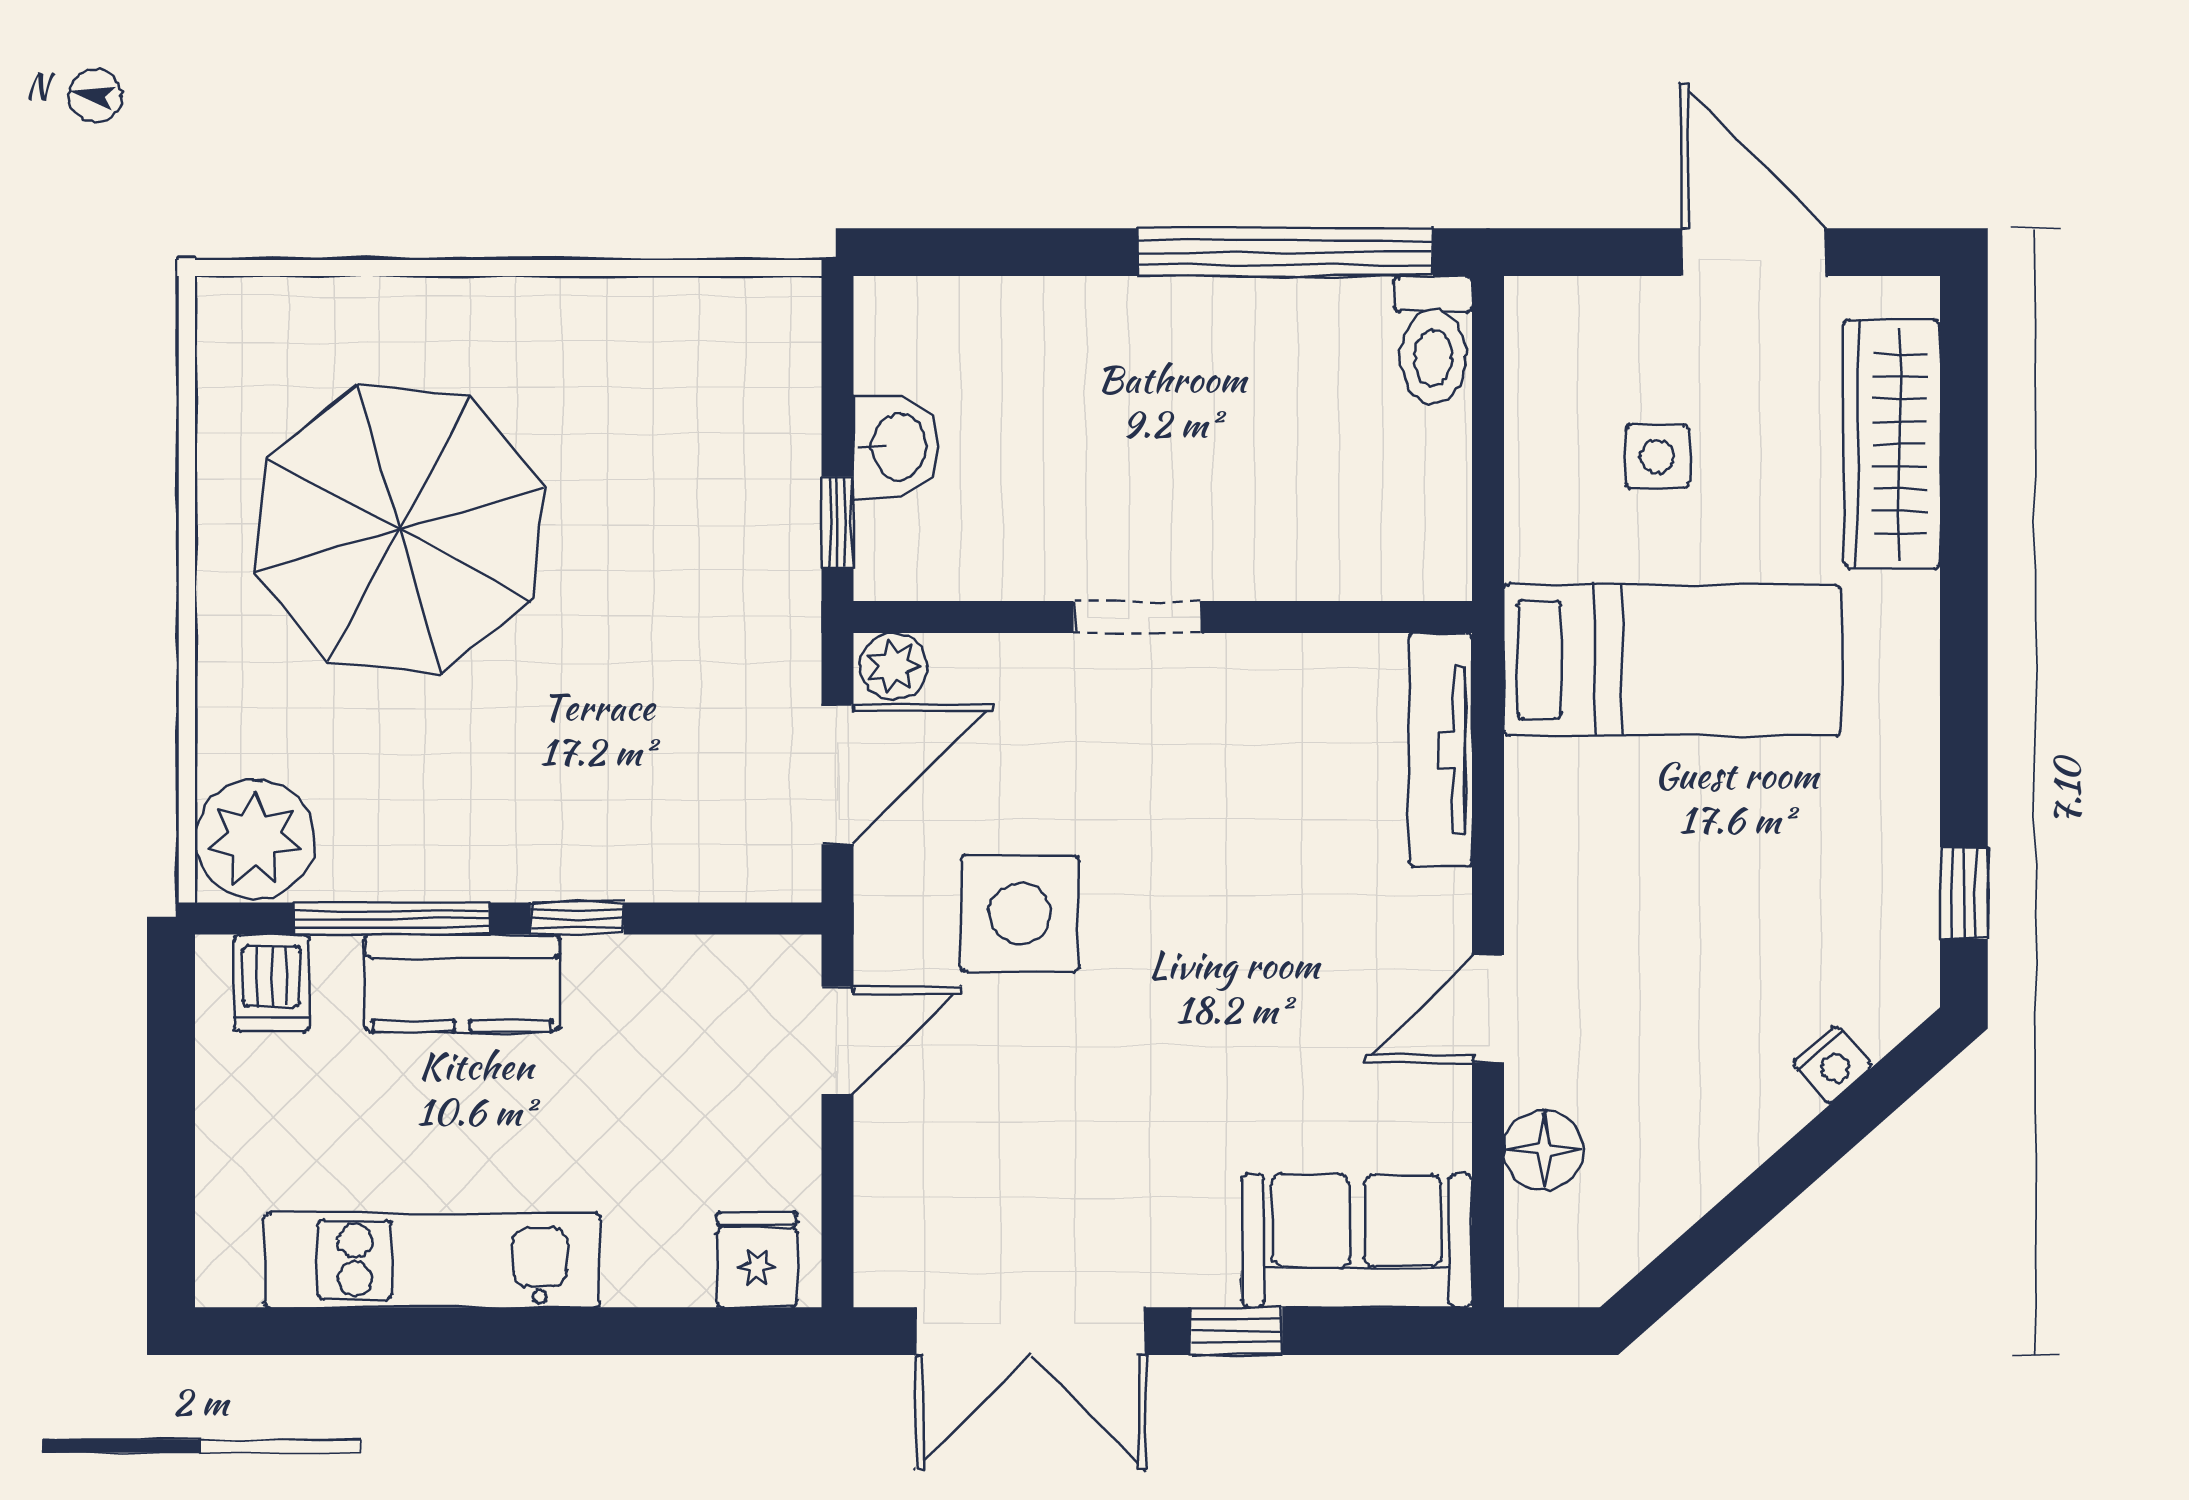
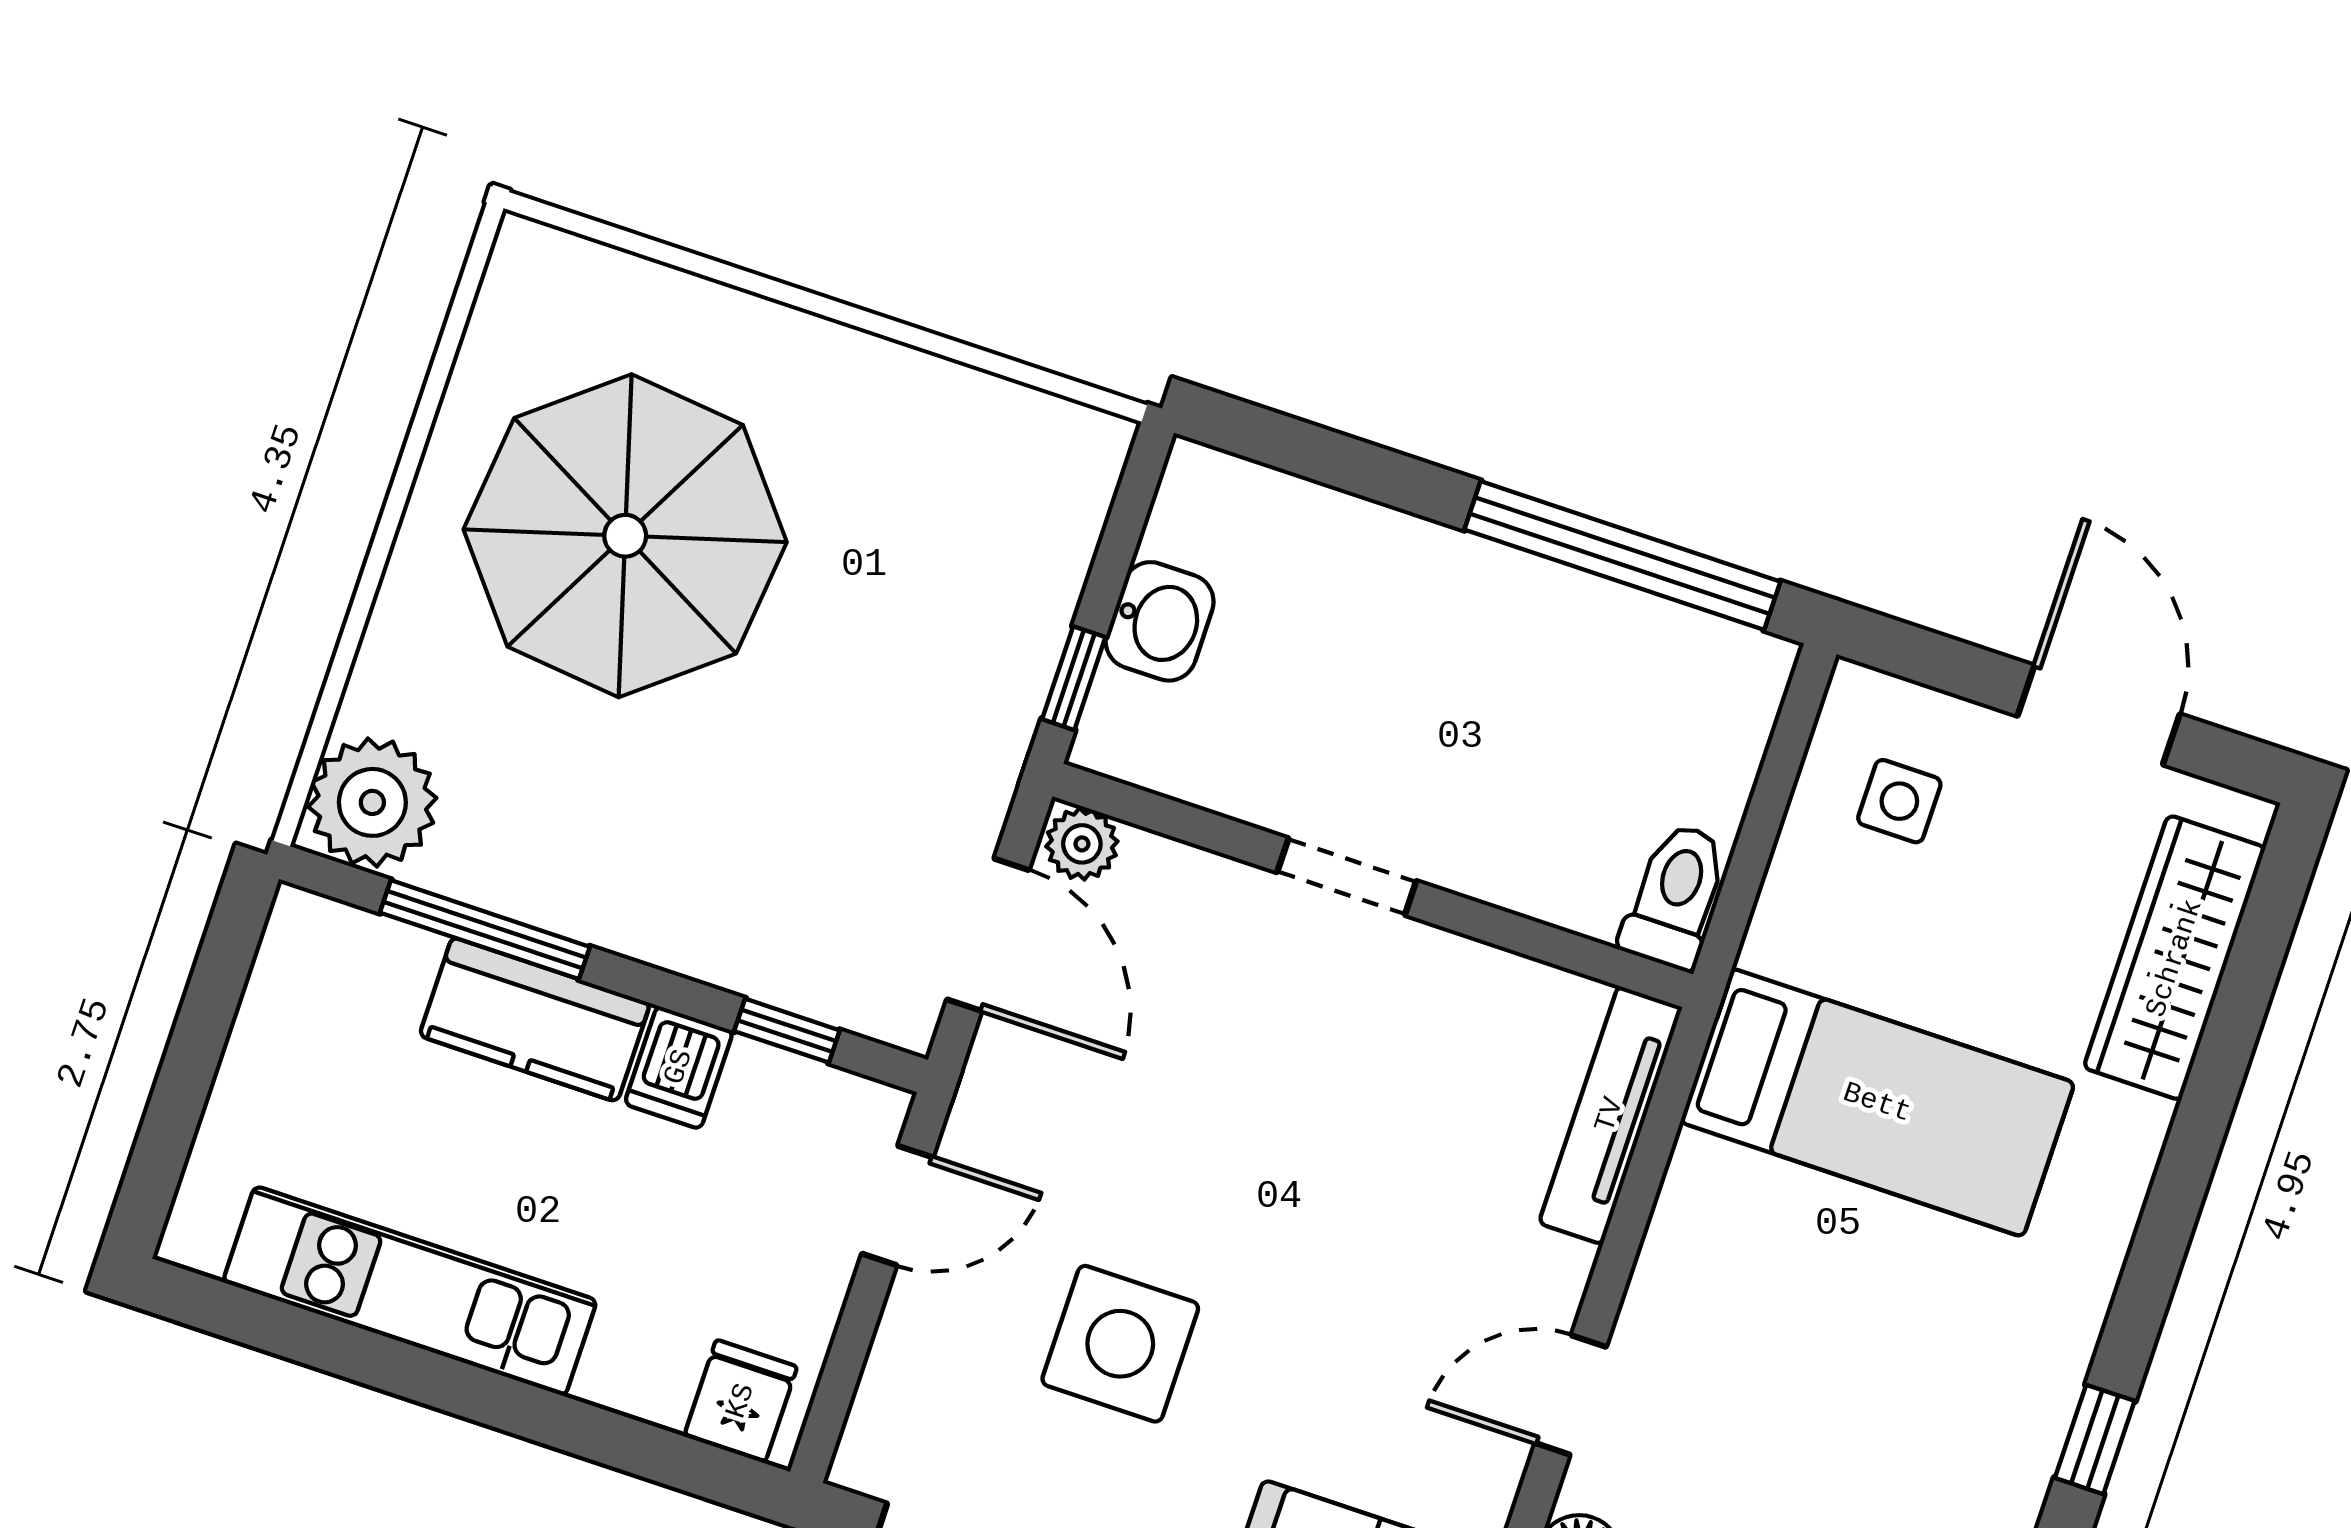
toilet: (1433, 340) -> (1675, 896), moved, turned 180
side table: (1657, 457) -> (1899, 801), moved
door: (837, 774) -> (988, 935), hinge flipped
side table: (1020, 914) -> (1120, 1344), moved
window: (577, 919) -> (787, 1031), moved
dishwasher: (272, 983) -> (679, 1067), moved

